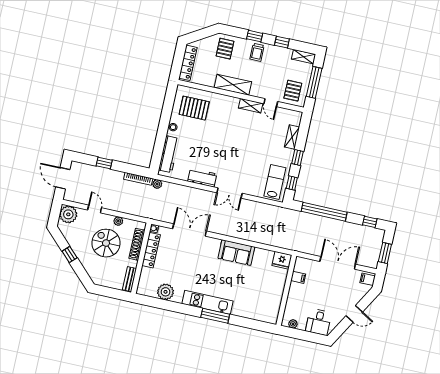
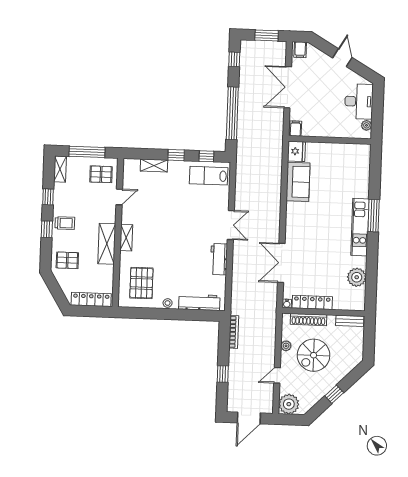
shelving: (251, 106) -> (126, 238), moved
plant: (157, 184) -> (236, 309), removed
sofa: (236, 253) -> (298, 182), moved
filing cabinet: (298, 277) -> (296, 129), moved
desk: (319, 322) -> (359, 101), width x1.37

